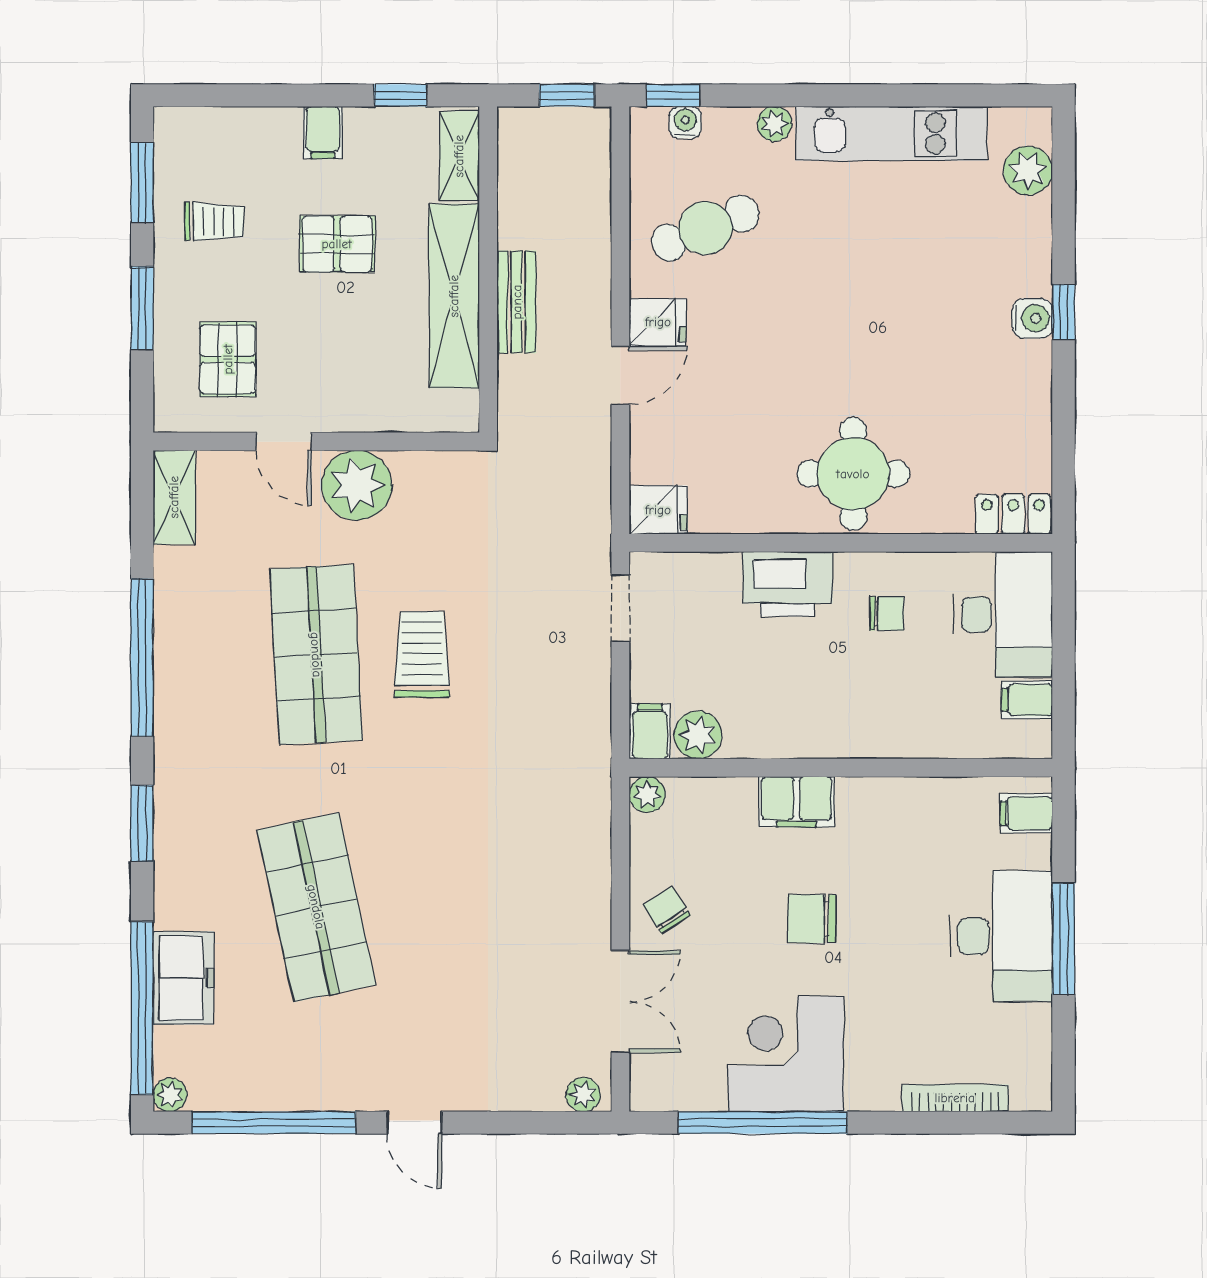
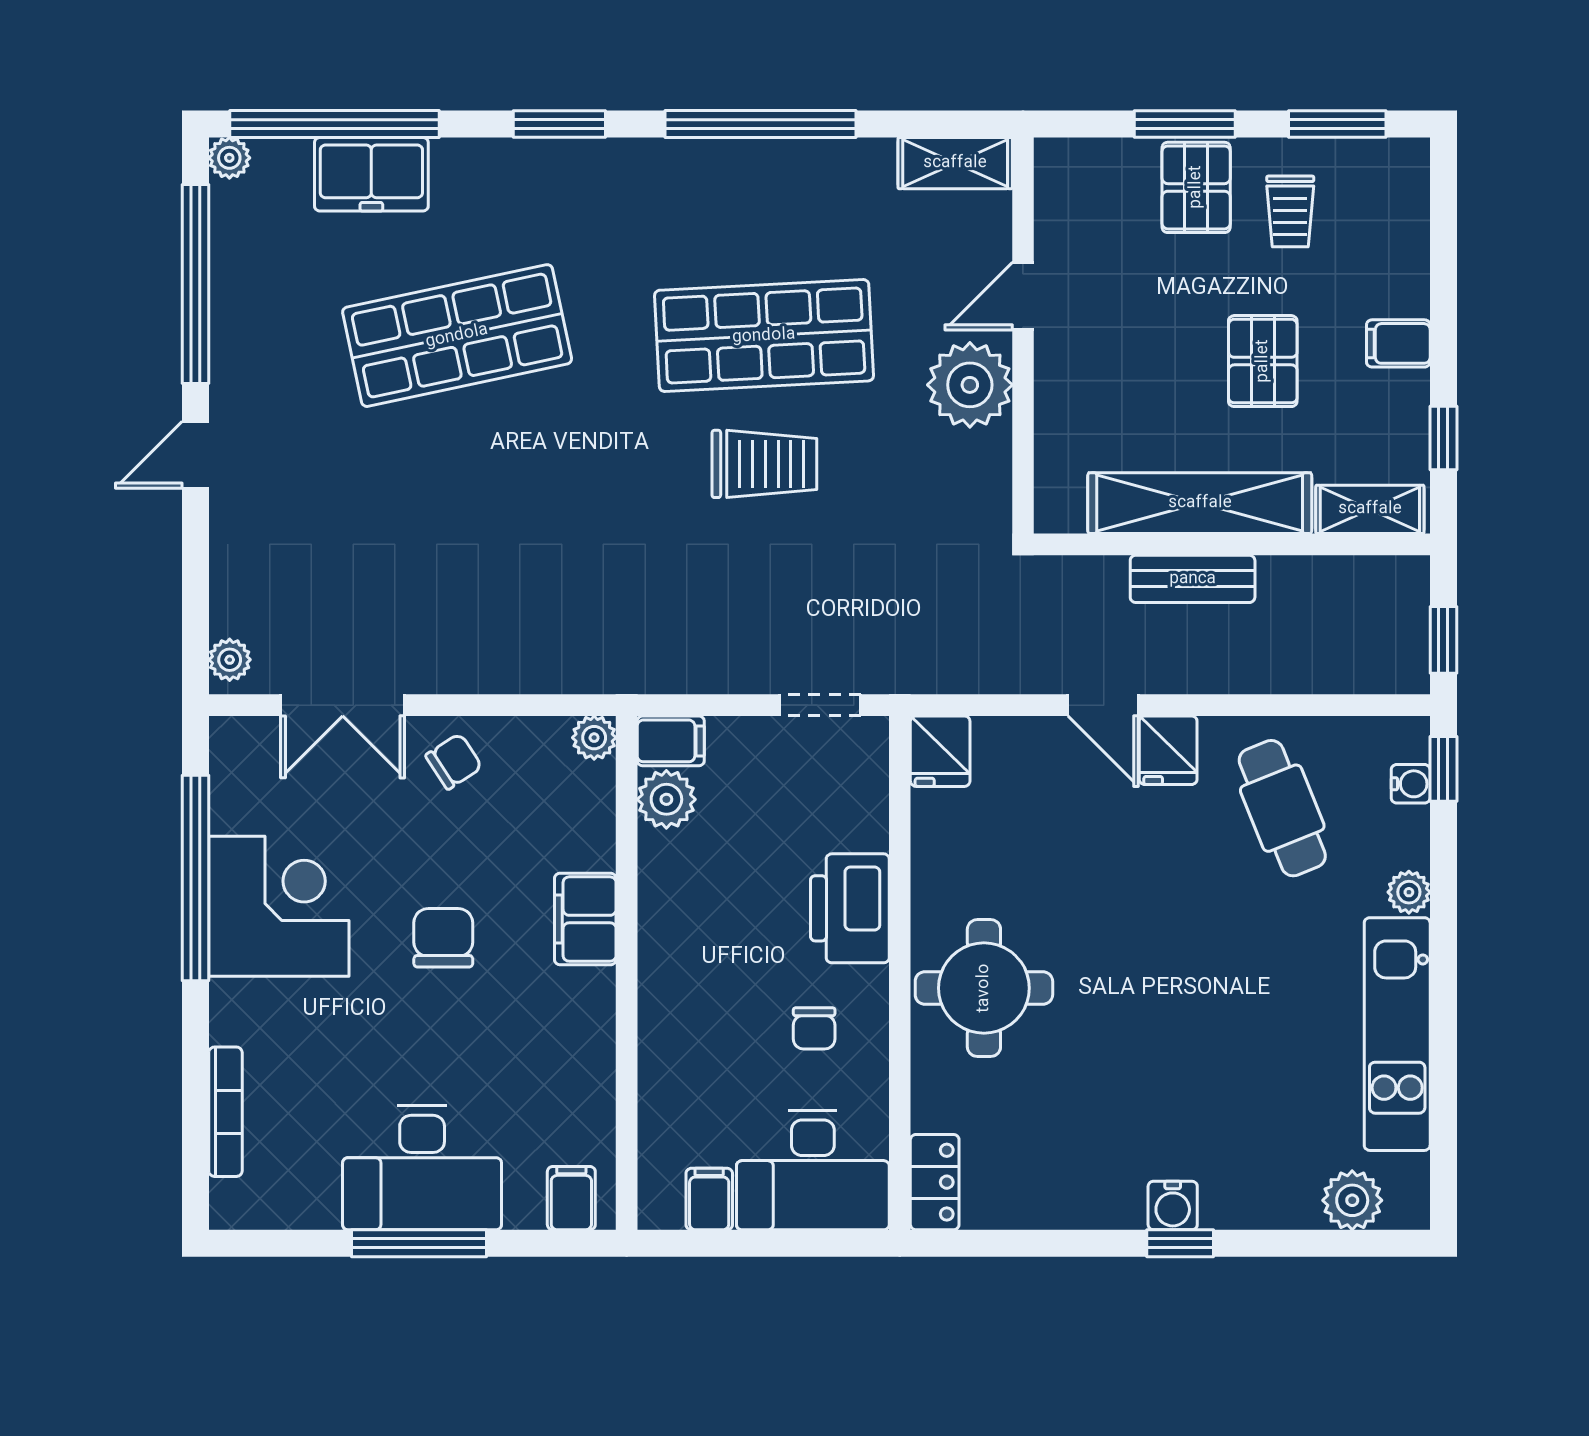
pallet: (228, 359) -> (1196, 187), moved, turned 90

